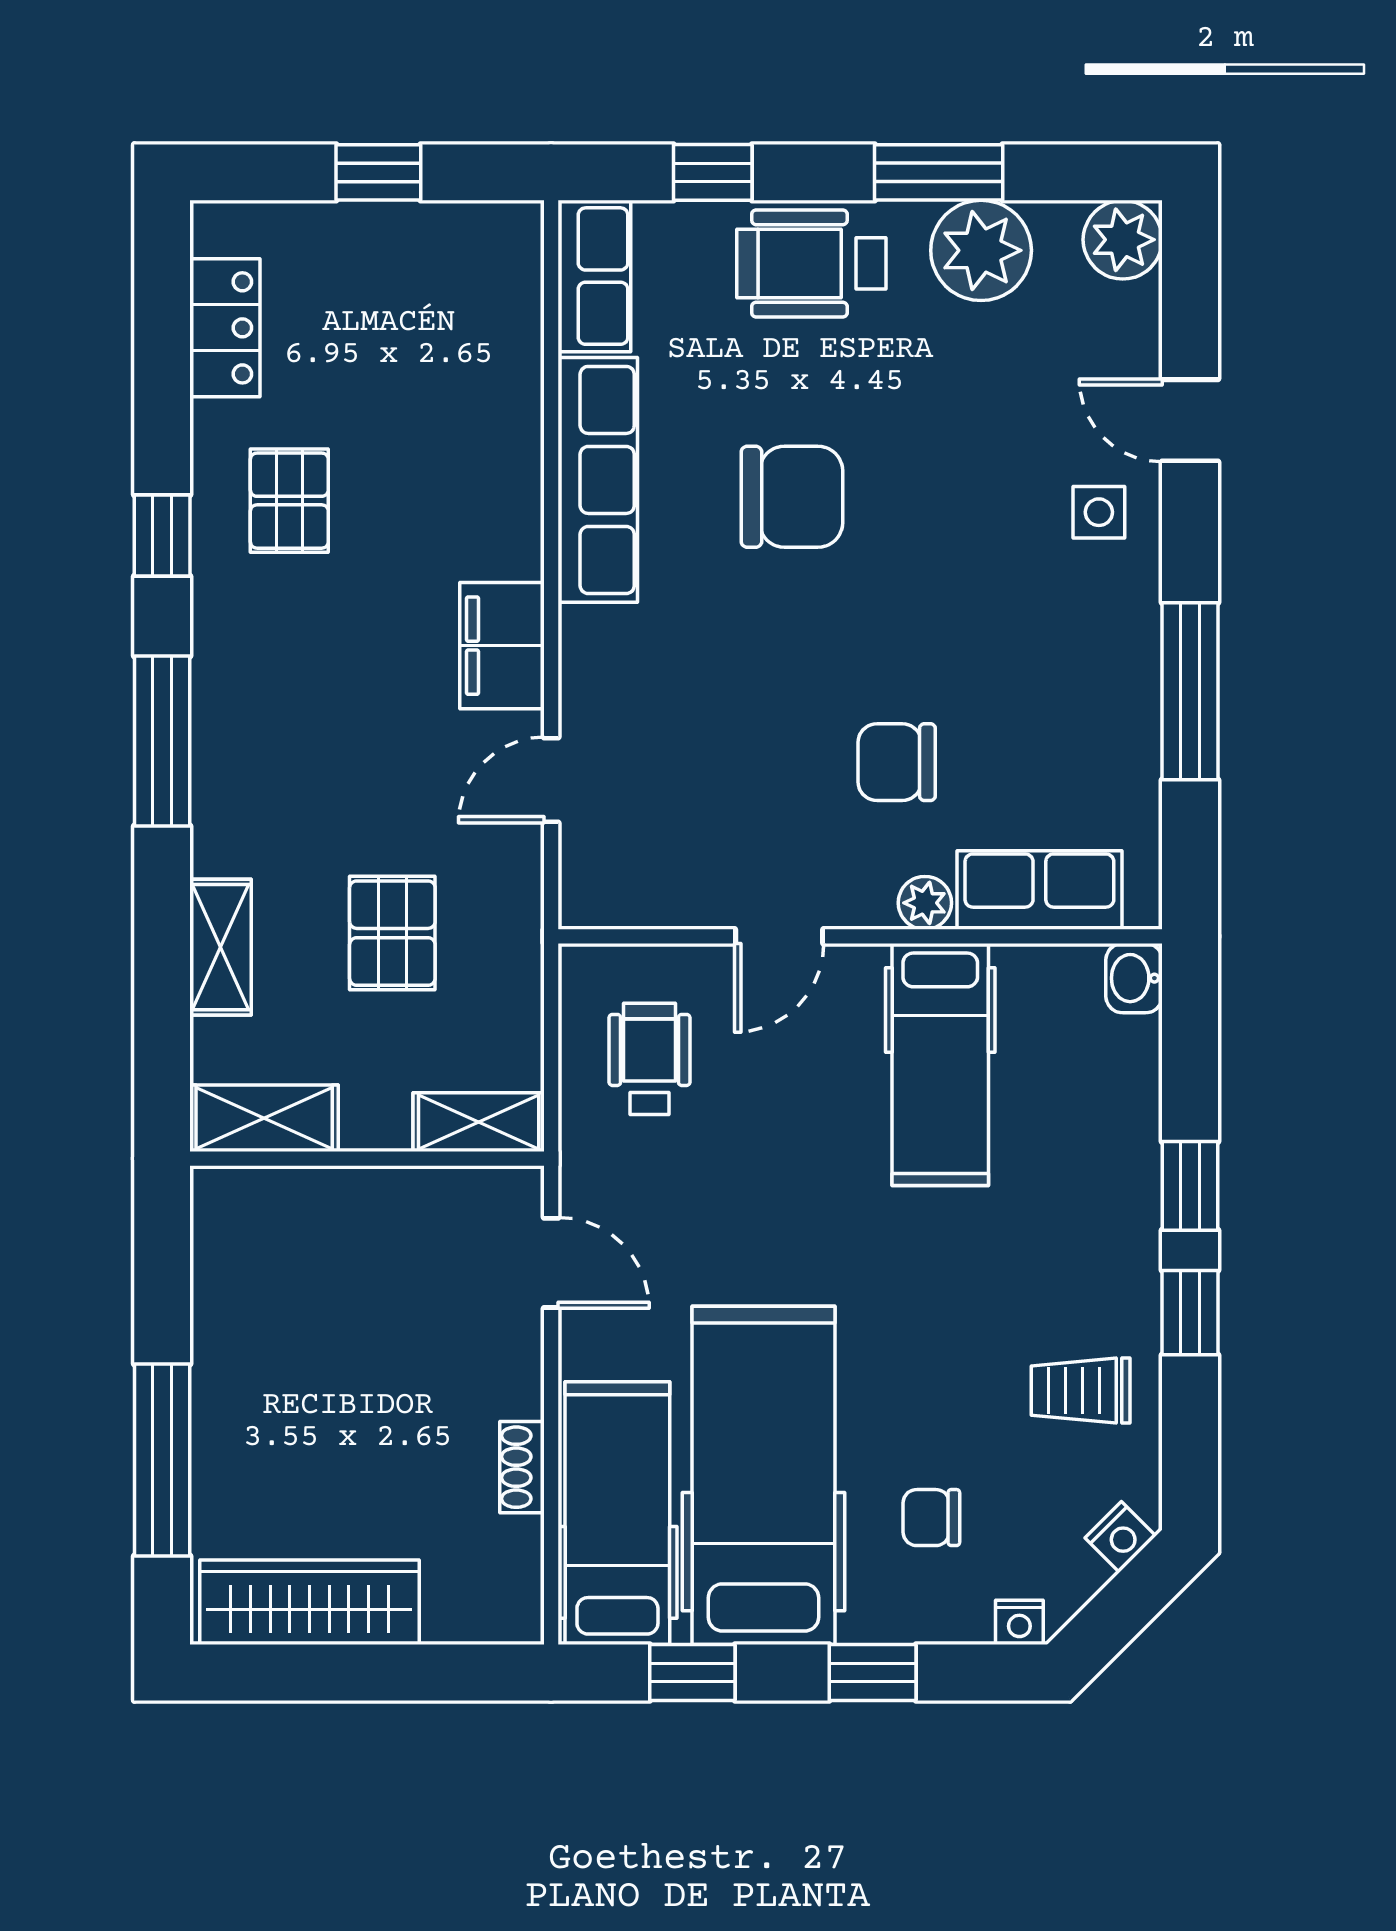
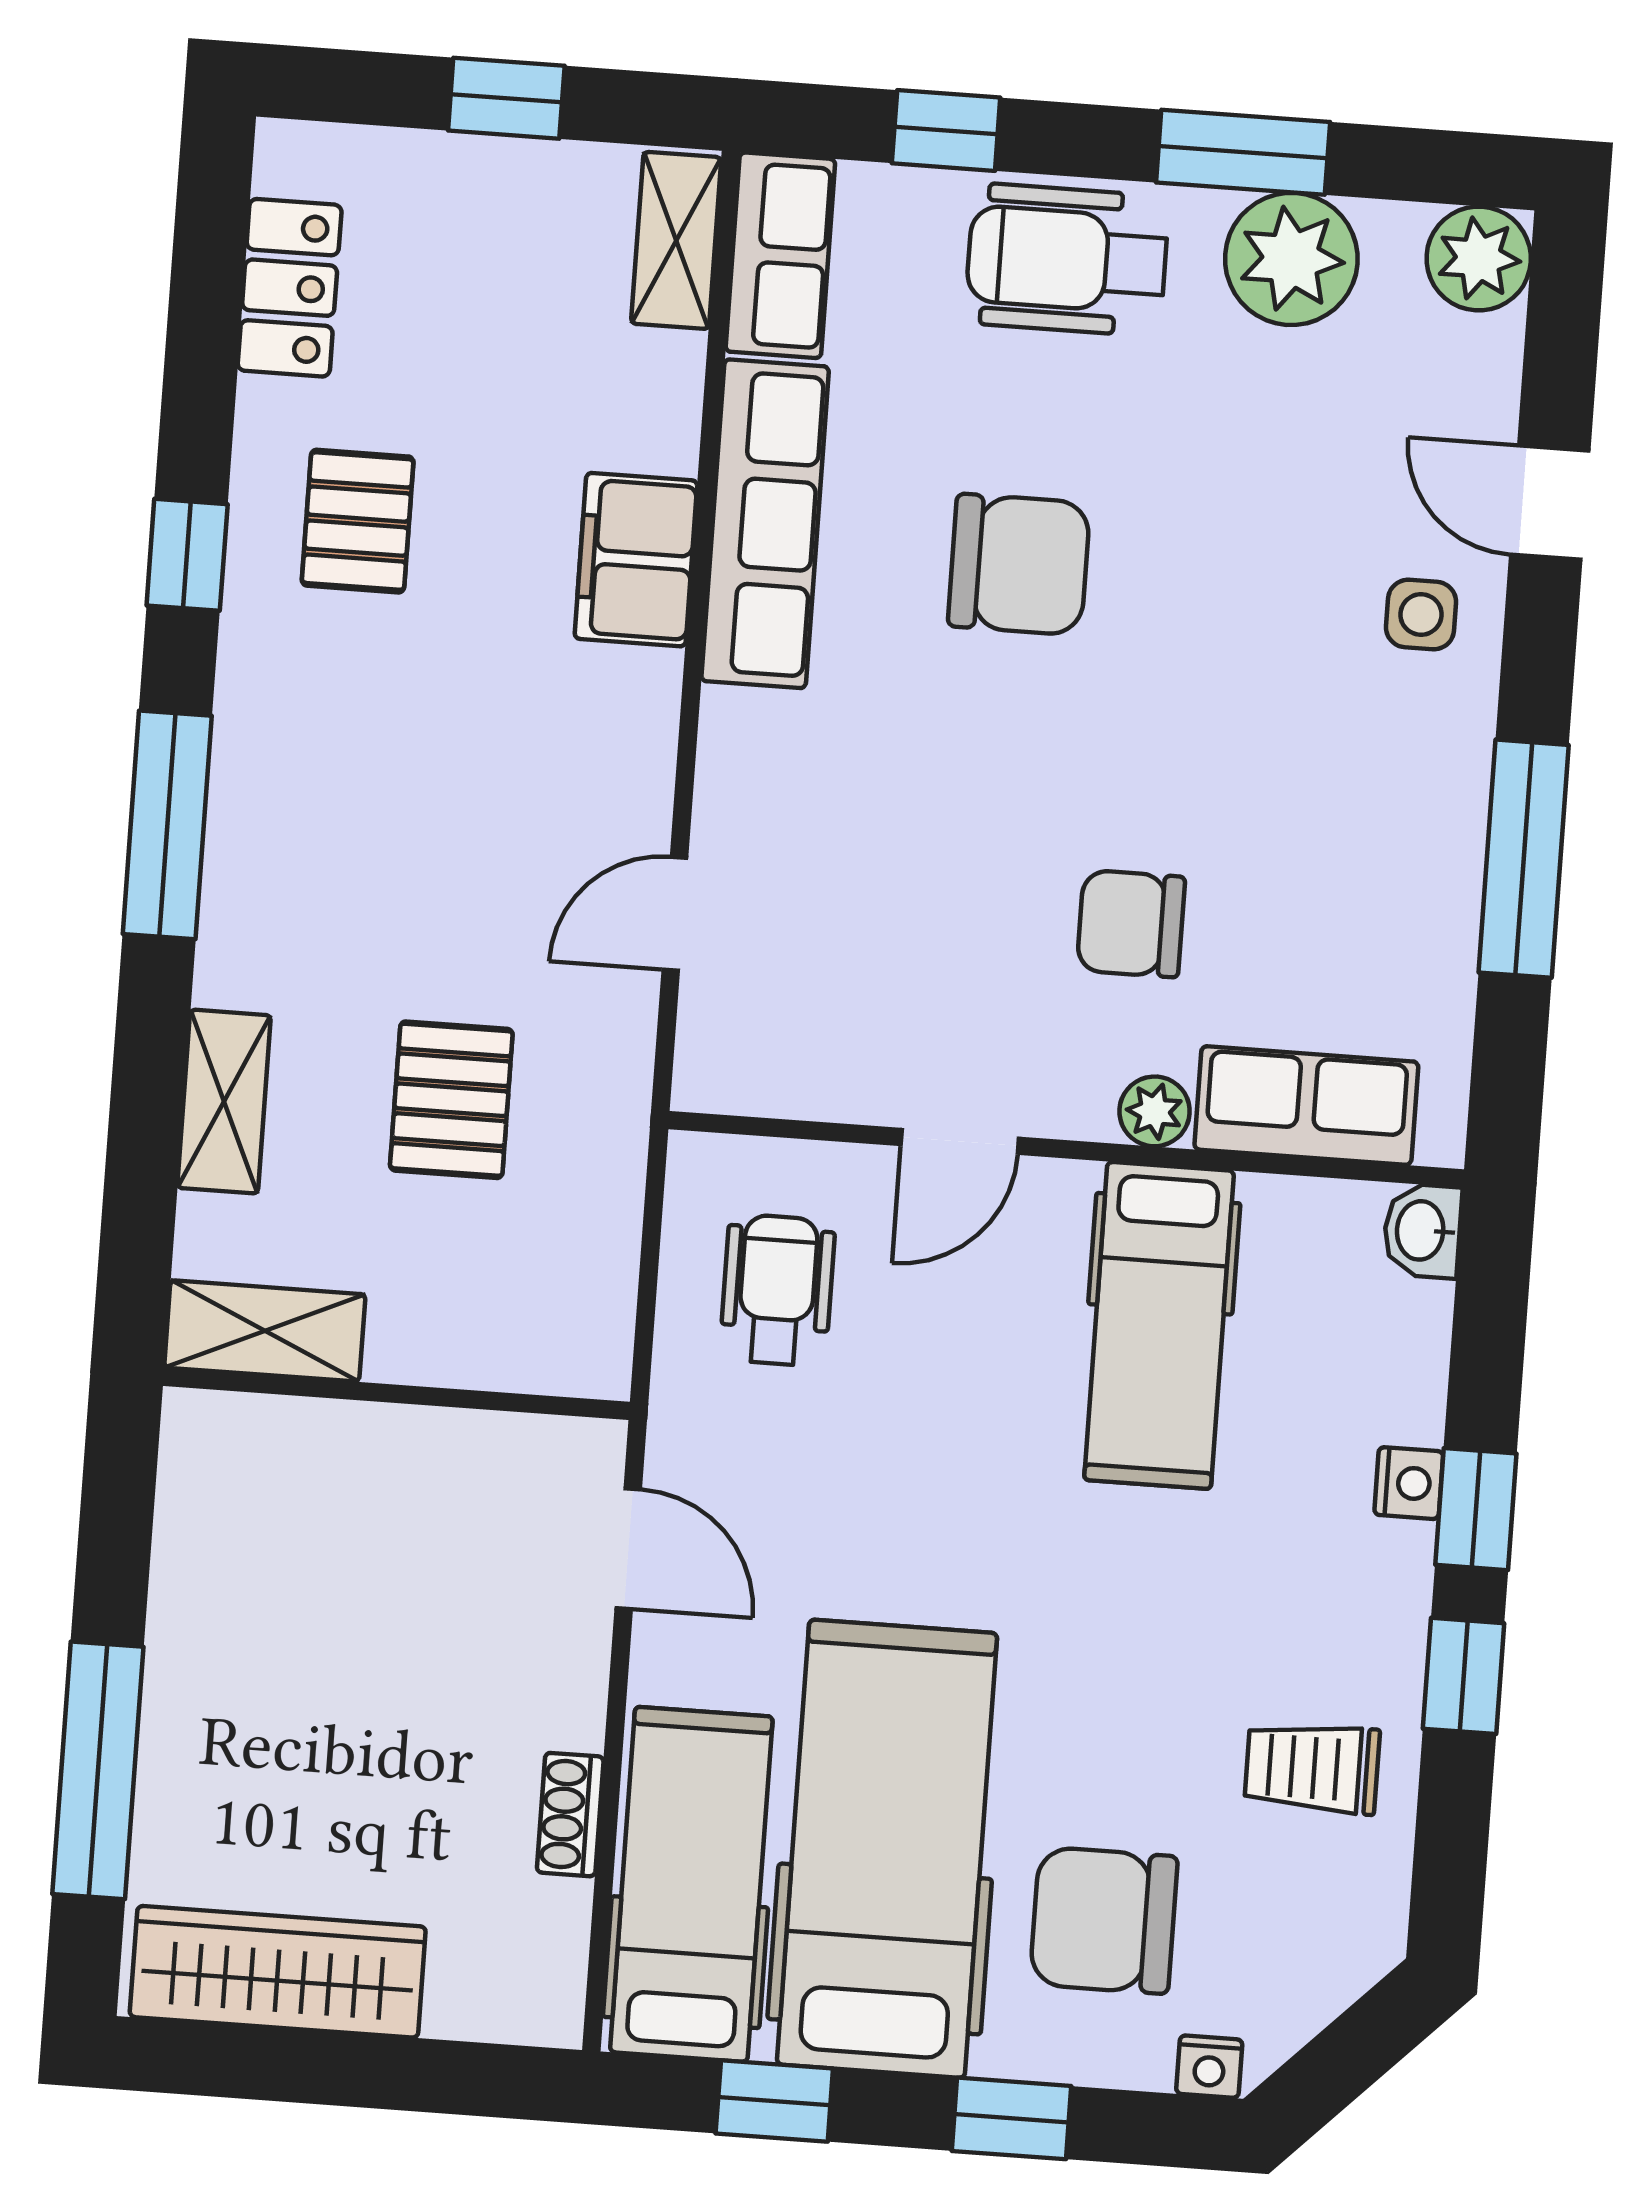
filing cabinet: (502, 646) -> (636, 560), moved
shelving: (479, 1122) -> (676, 240), moved, turned 90
chair: (931, 1518) -> (1104, 1920), width x1.87, depth x1.87
nightstand: (1120, 1537) -> (1409, 1483), moved, turned -45

